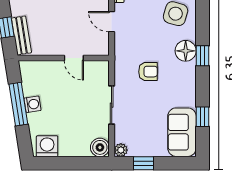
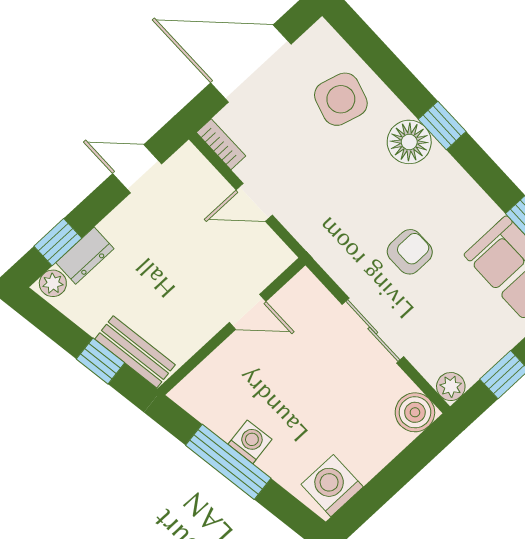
armchair: (148, 72) -> (410, 252), moved

